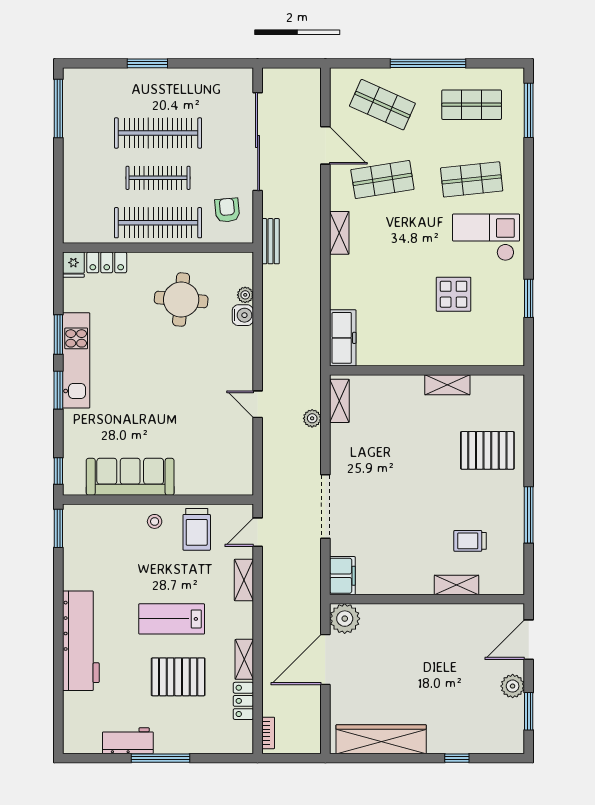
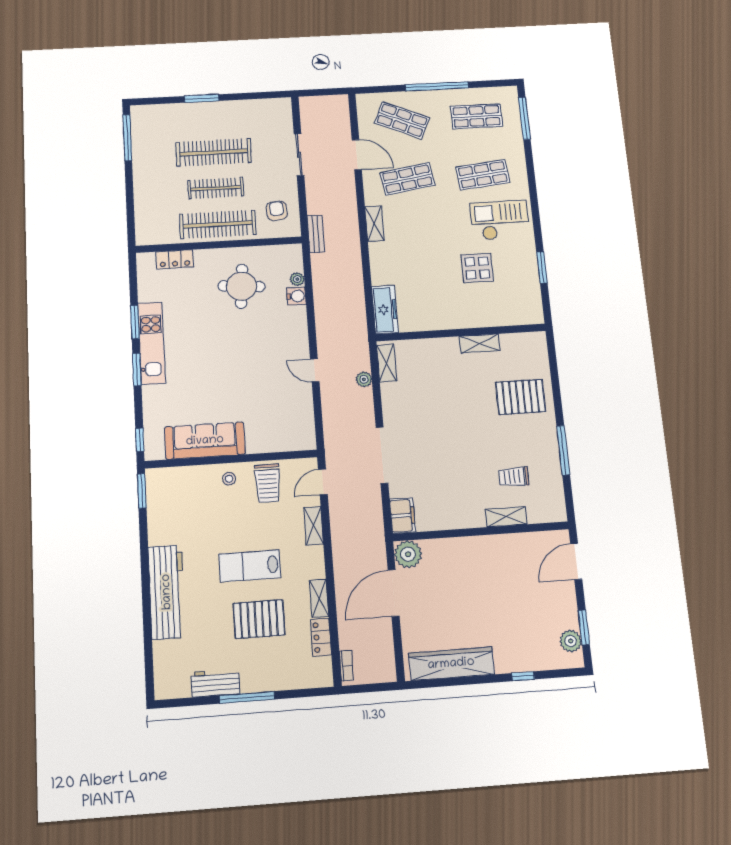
sliding door: (258, 142) -> (299, 155), width x0.54
fridge: (73, 265) -> (146, 263), removed
plant: (513, 686) -> (571, 641), moved

